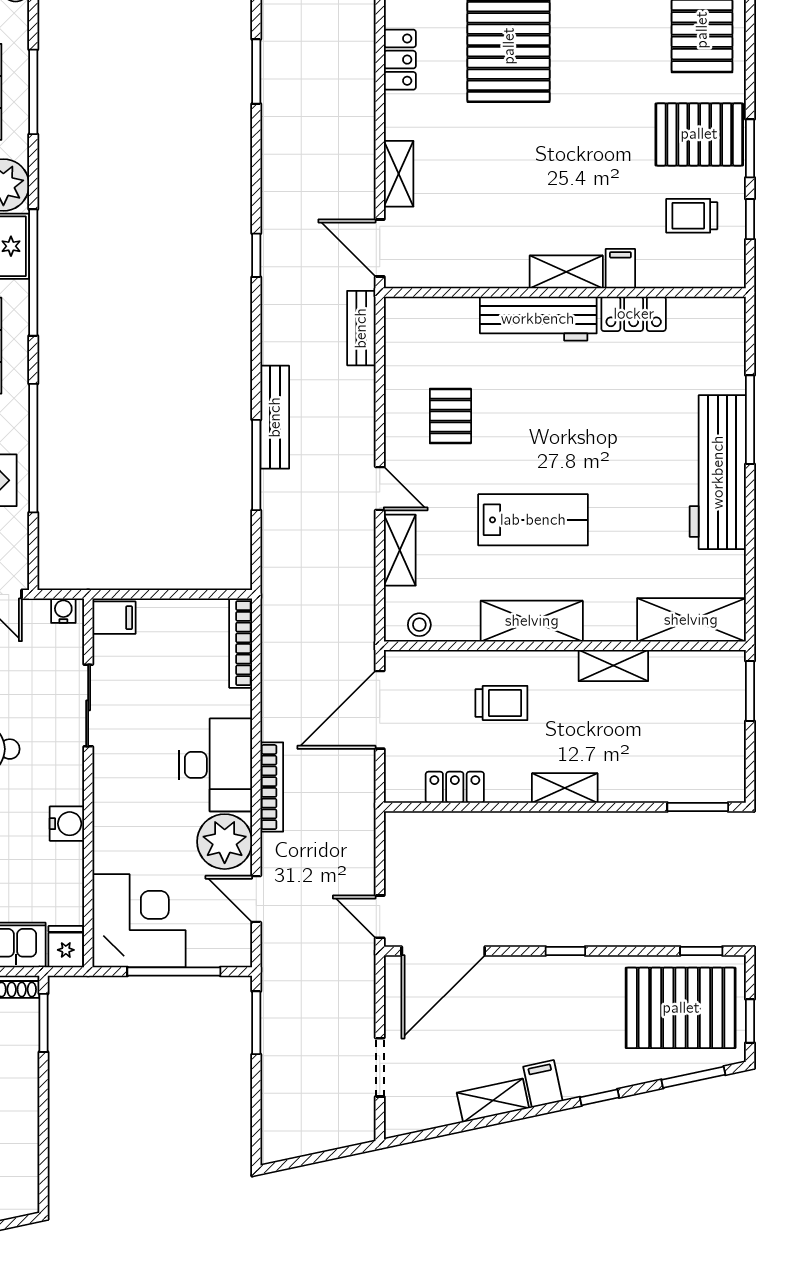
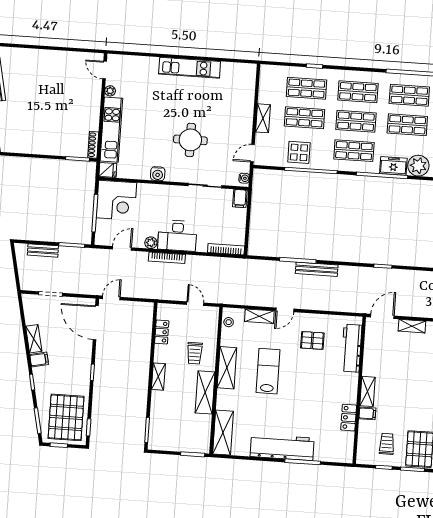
workbench: (538, 319) -> (351, 348), moved
bench: (361, 328) -> (43, 250), moved
lab bench: (533, 520) -> (268, 371), turned 180
shelving: (613, 665) -> (205, 392), width x1.50, depth x1.33
door: (380, 710) -> (195, 304), width x0.53
plant: (225, 842) -> (151, 243), width x0.53, depth x0.53

